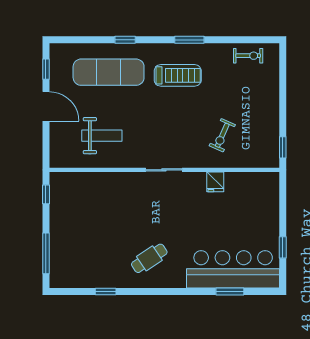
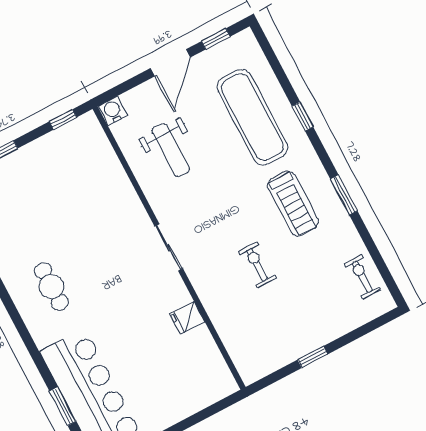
exercise bike: (248, 56) -> (362, 277), turned 180
exercise bike: (222, 135) -> (257, 265), moved, turned 66
window: (283, 147) -> (313, 357), moved
water cooler: (57, 159) -> (113, 111), added
cafe table: (149, 258) -> (51, 287), turned 34

